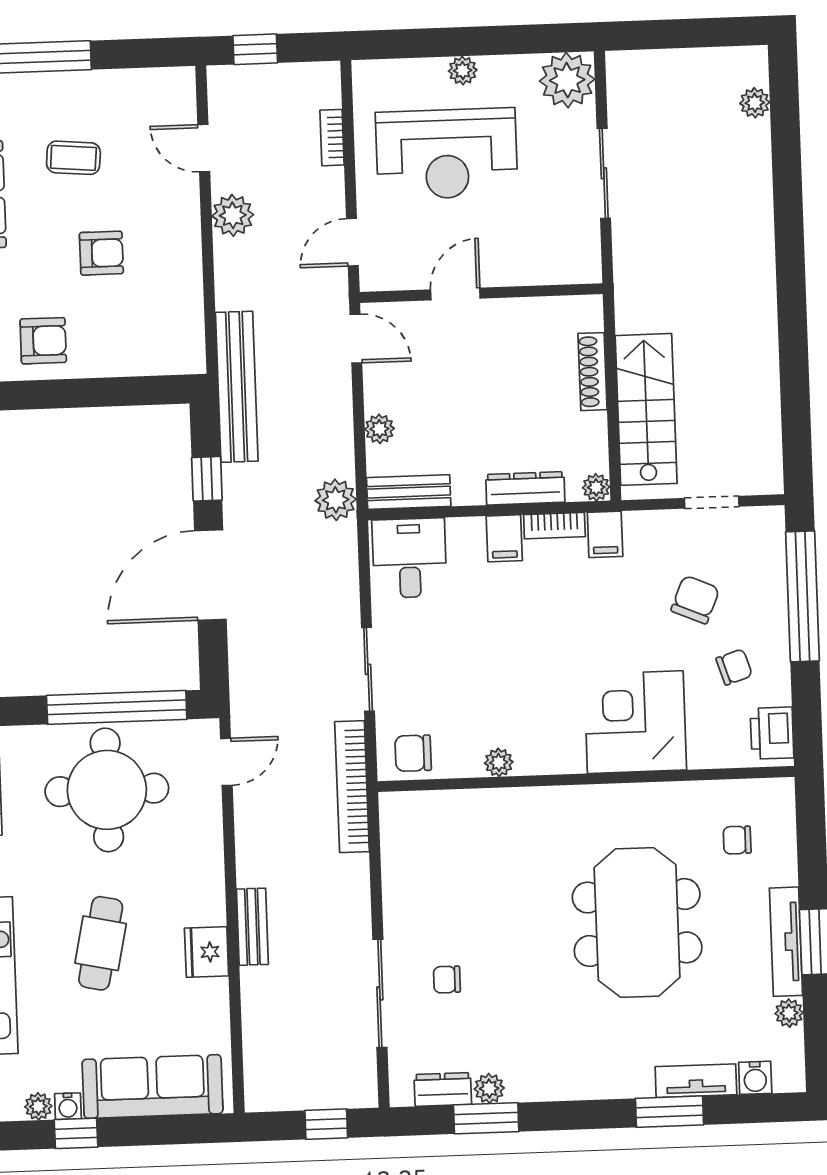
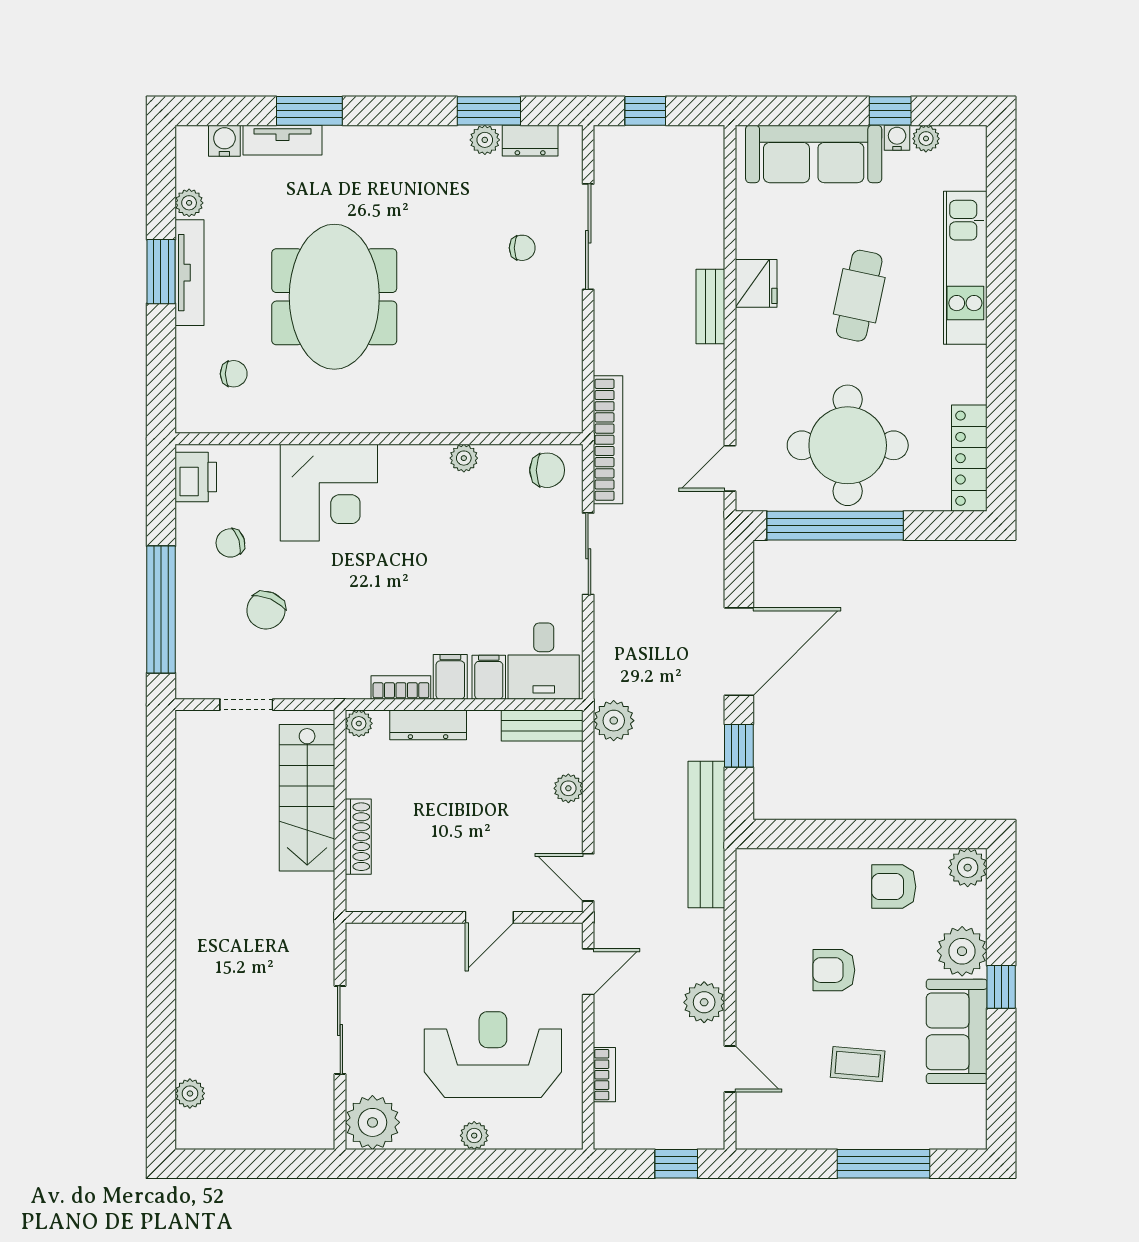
filing cabinet: (605, 534) -> (489, 677), moved

